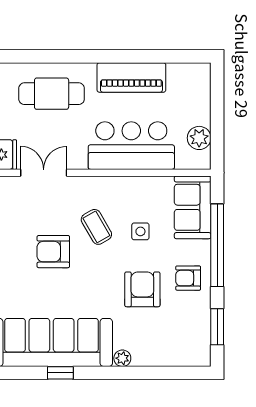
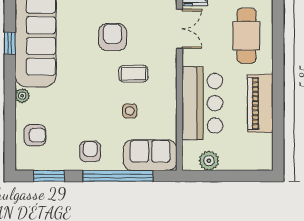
coffee table: (96, 227) -> (134, 74), turned 30
armchair: (142, 289) -> (35, 135), moved, width x0.72, depth x0.72

